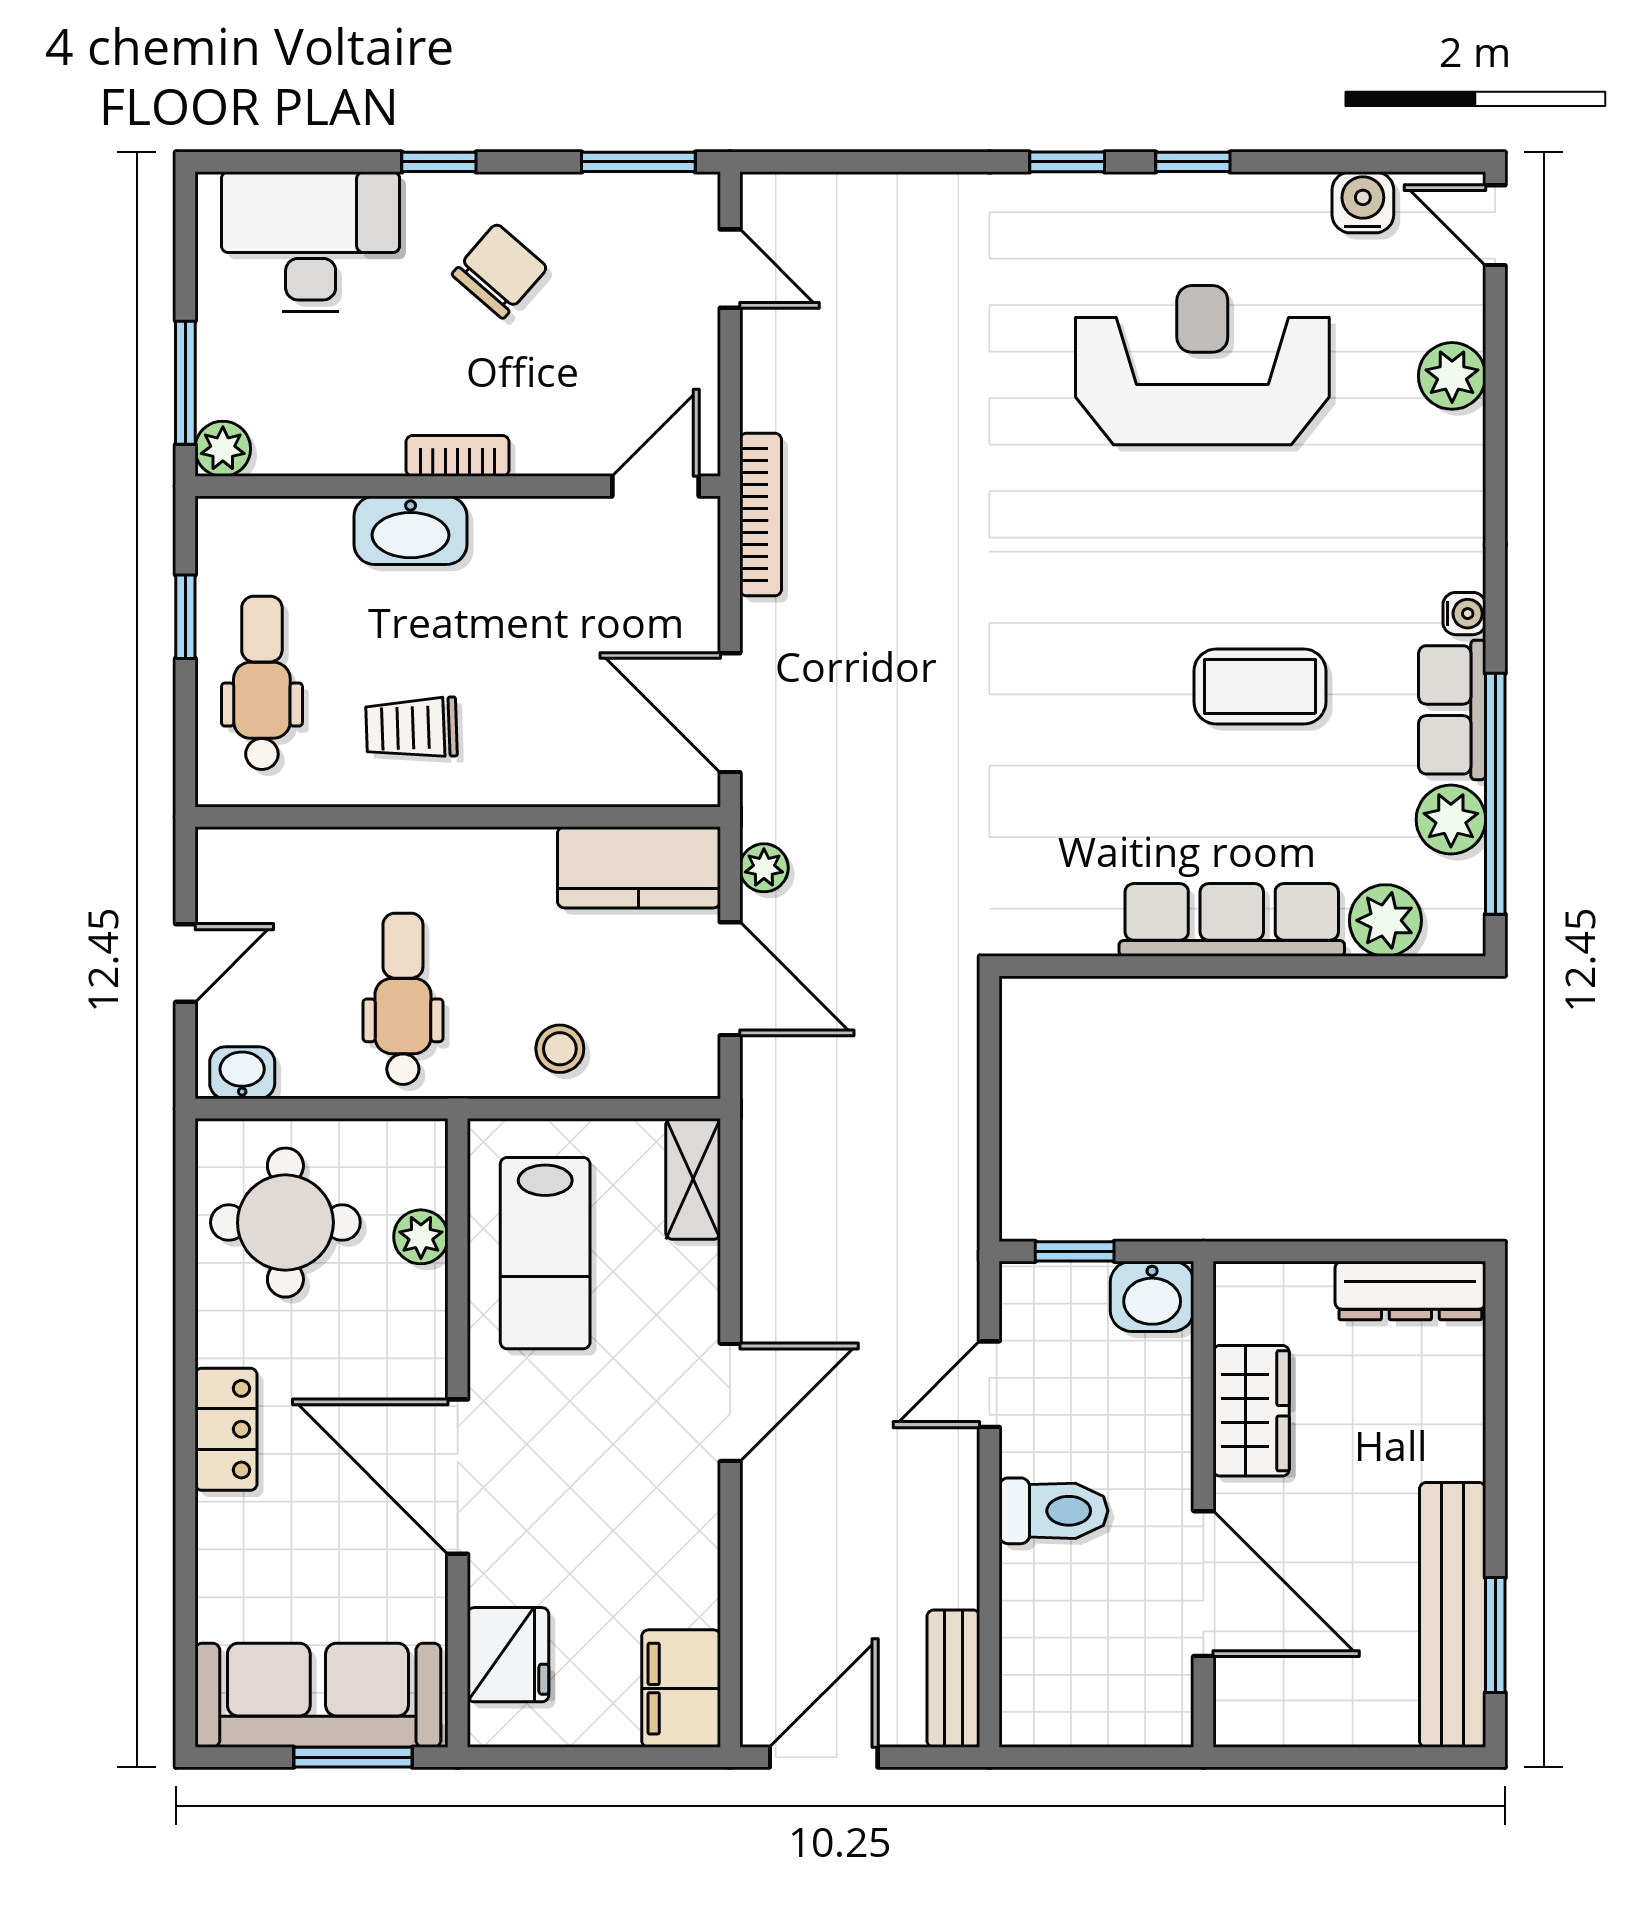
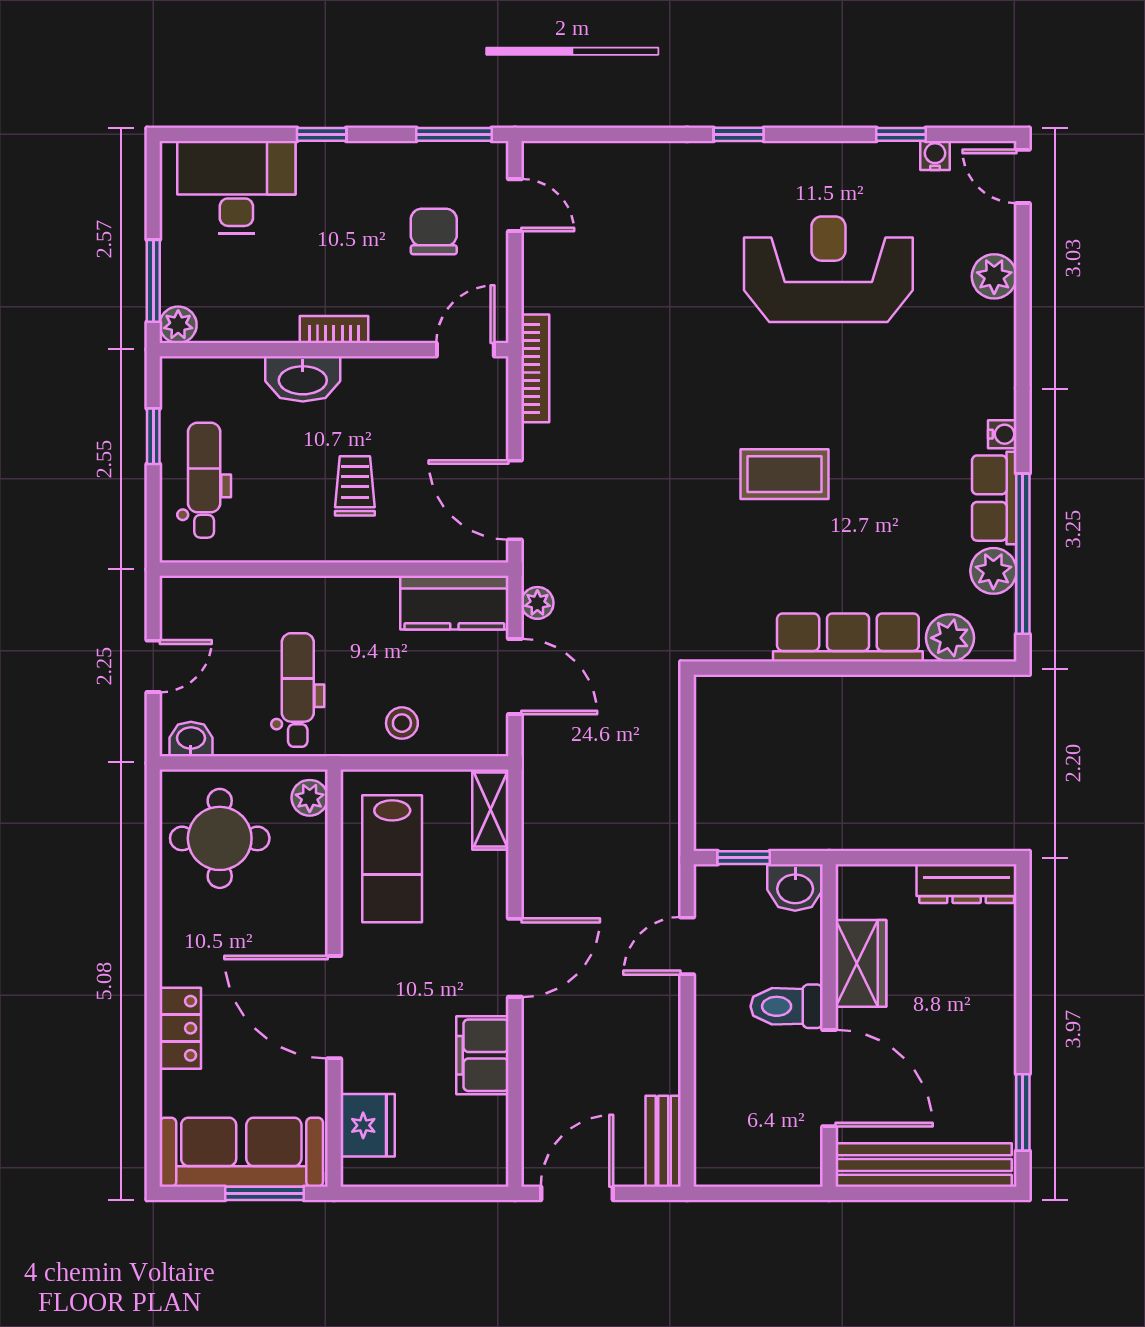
window: (1193, 162) -> (901, 134), moved
water cooler: (1363, 202) -> (935, 156), width x0.72, depth x0.72
chair: (500, 271) -> (434, 231), moved, turned -41
coffee table: (1260, 687) -> (784, 474), moved
trolley: (411, 728) -> (355, 486), moved, turned 92
plant: (421, 1237) -> (310, 798), moved
locker: (226, 1429) -> (180, 1028), moved
toilet: (1053, 1511) -> (787, 1006), moved, turned 180
bench: (1453, 1615) -> (924, 1165), moved, turned 90
filing cabinet: (681, 1689) -> (482, 1055), moved

